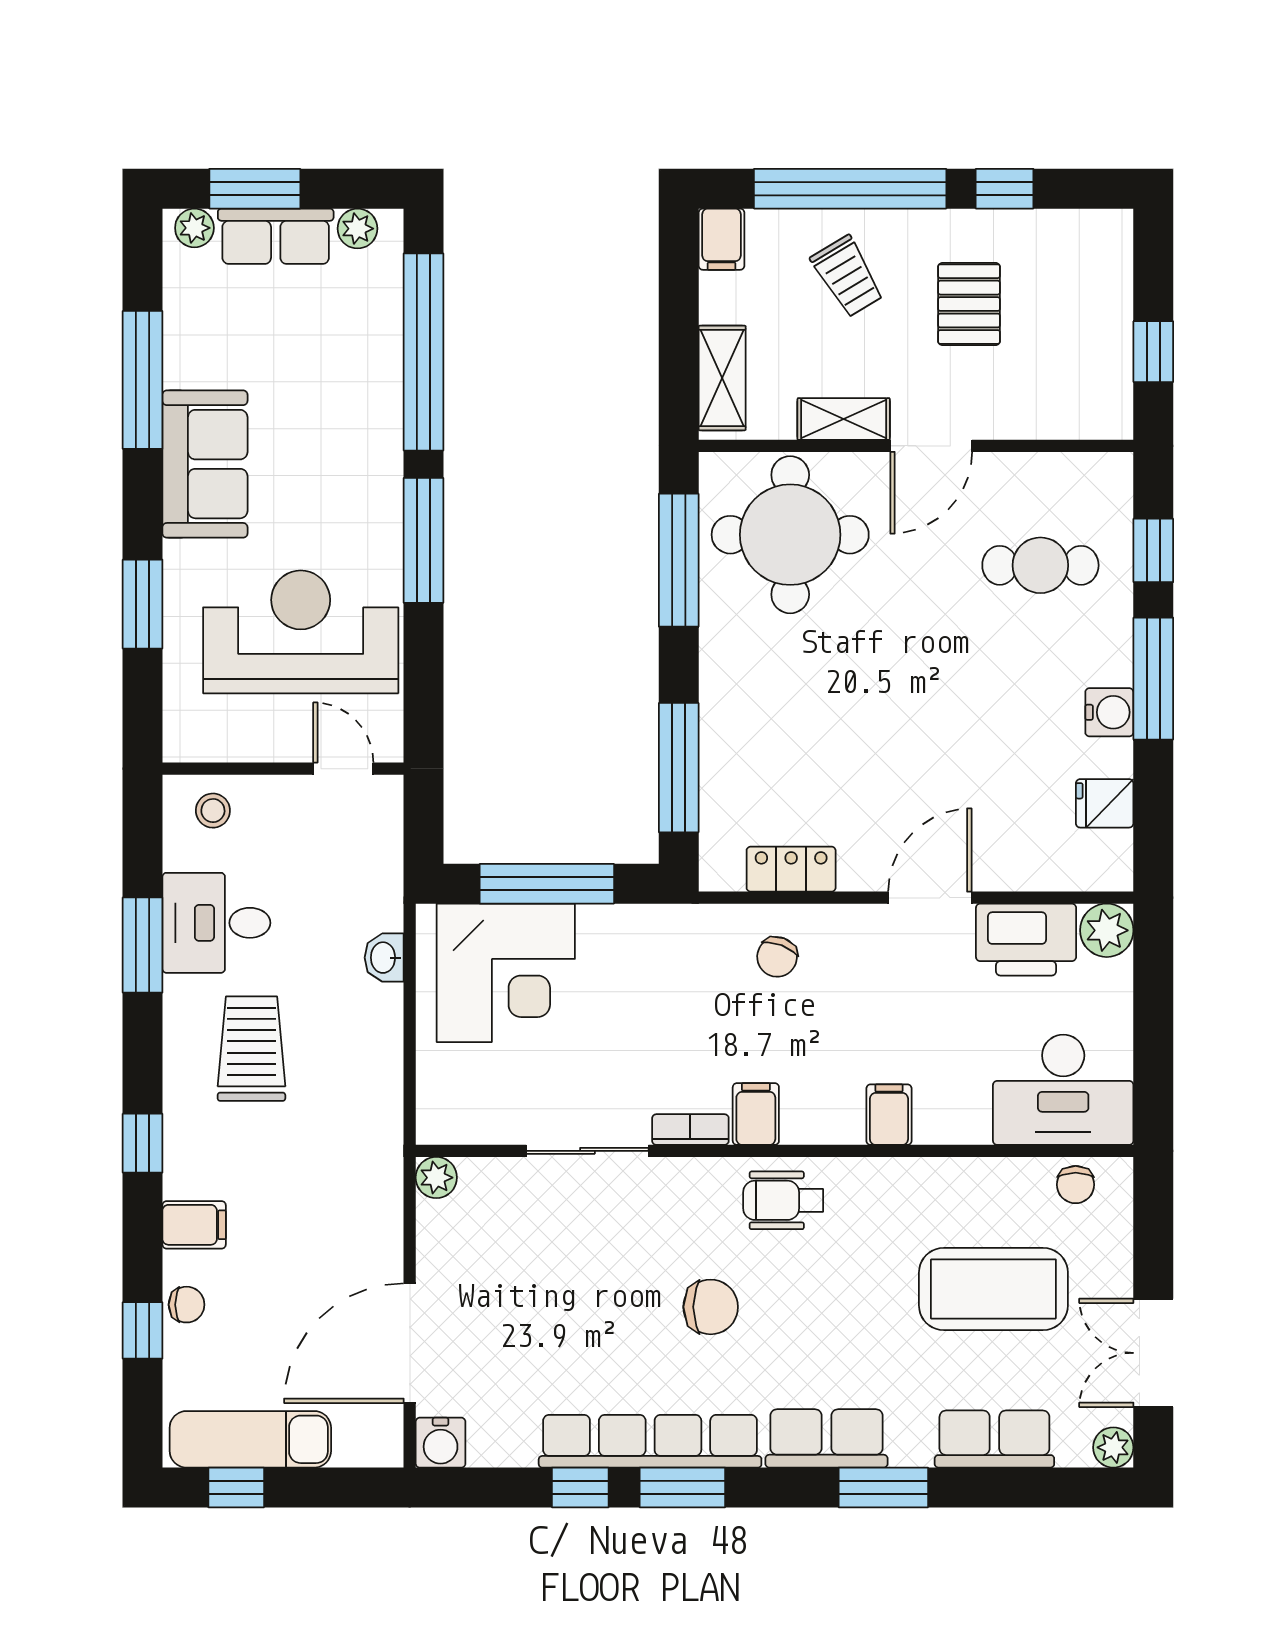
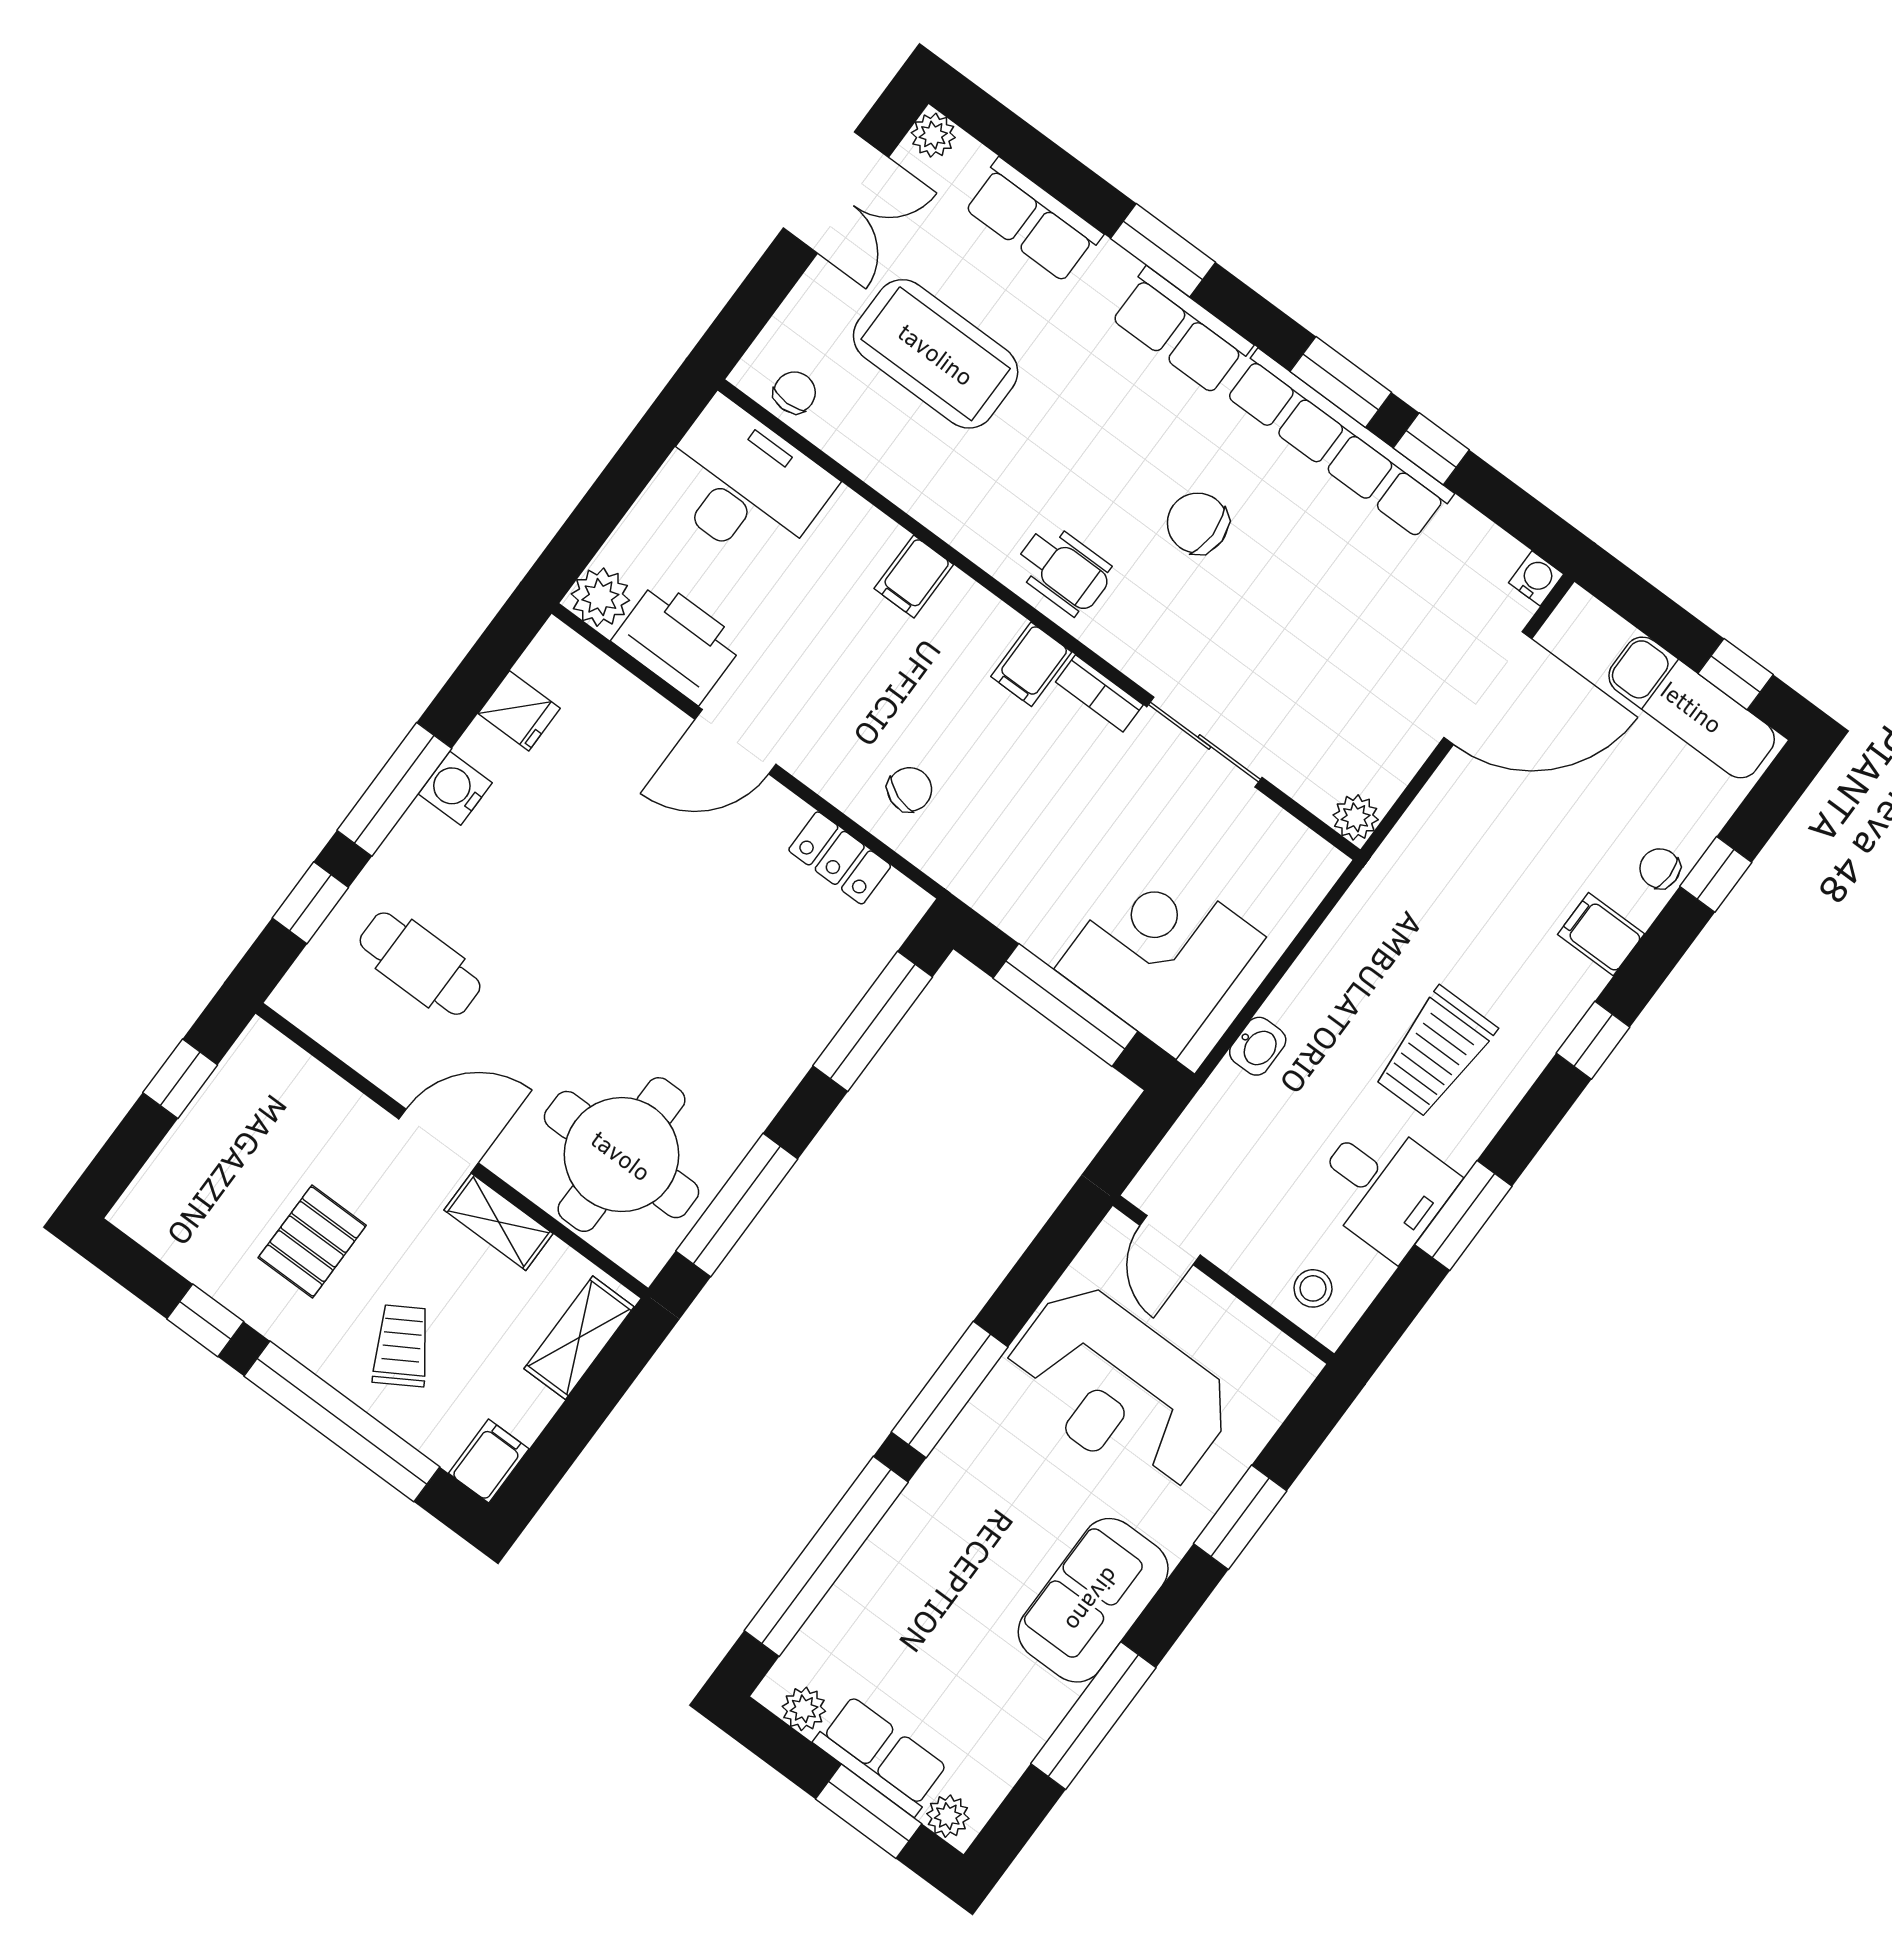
water cooler: (441, 1443) -> (1536, 578), width x0.72, depth x0.72

